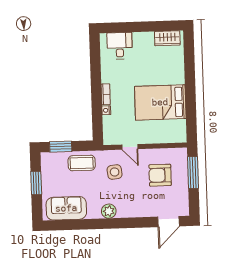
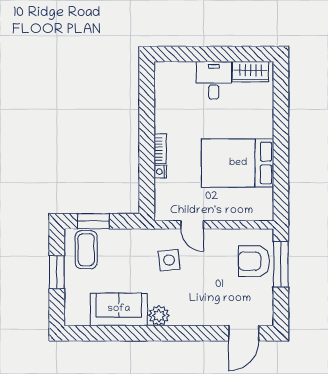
desk: (120, 46) -> (214, 80), moved
coffee table: (82, 163) -> (86, 250), moved, turned 90
armchair: (160, 175) -> (254, 261), moved
sofa: (66, 208) -> (119, 309), moved

